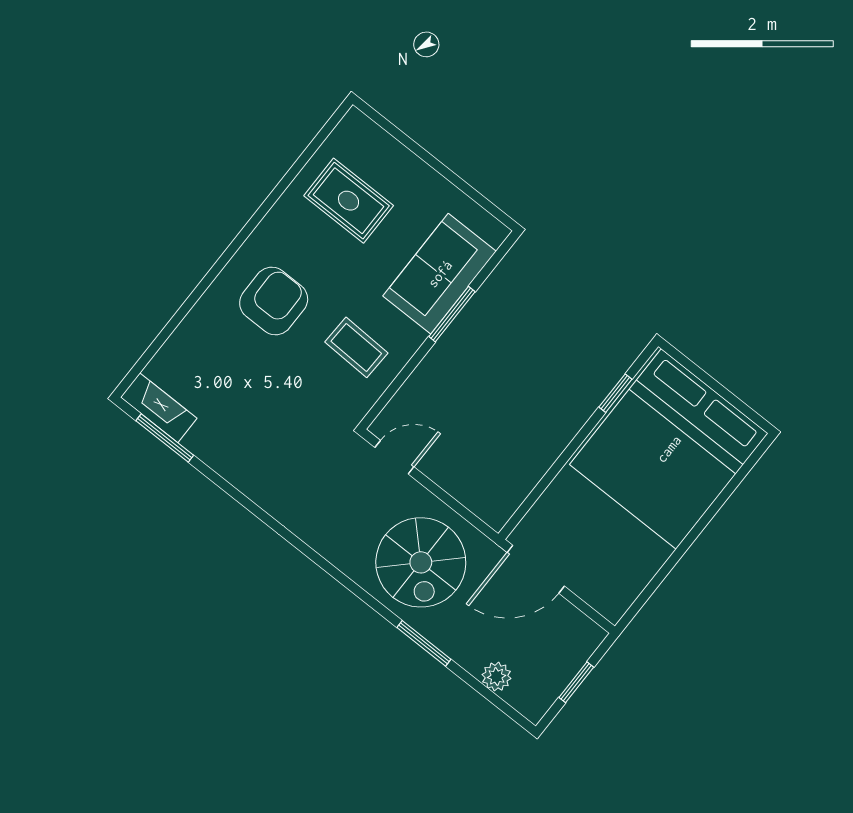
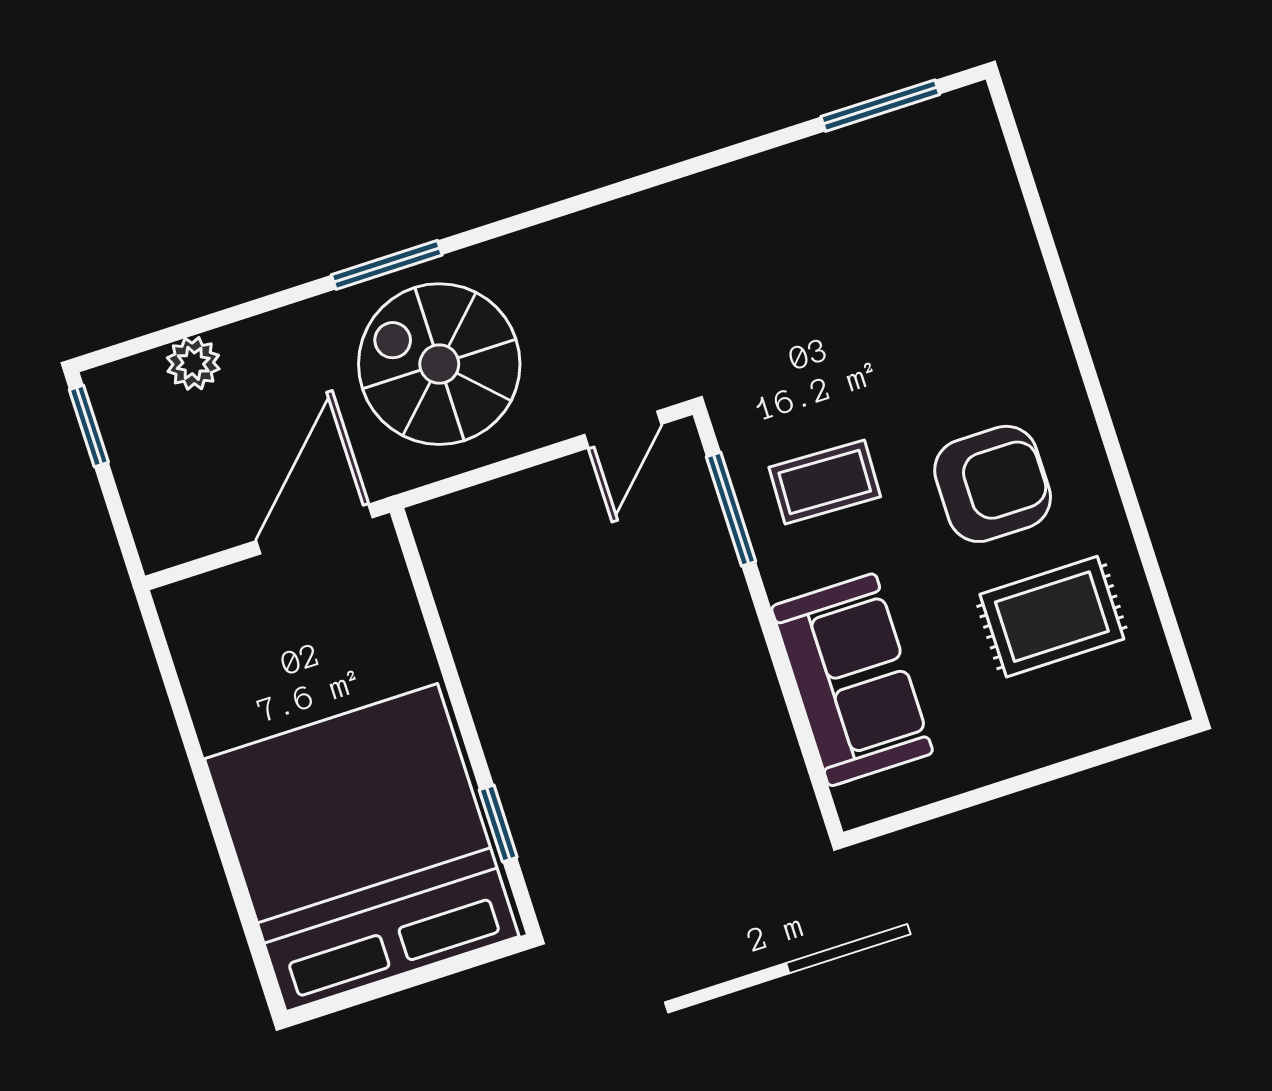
armchair: (274, 301) -> (993, 484), moved, turned -90
window: (452, 314) -> (731, 509), moved
fireplace: (159, 408) -> (932, 127), removed
window: (424, 643) -> (387, 265), moved
window: (576, 682) -> (89, 426), moved

